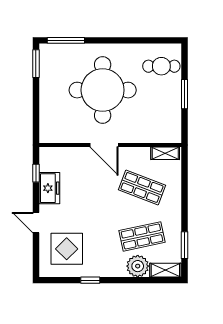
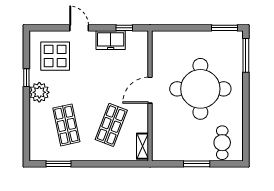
door: (36, 223) -> (79, 28), hinge flipped
plant: (138, 266) -> (39, 92), moved
shelving: (165, 270) -> (36, 146), removed

